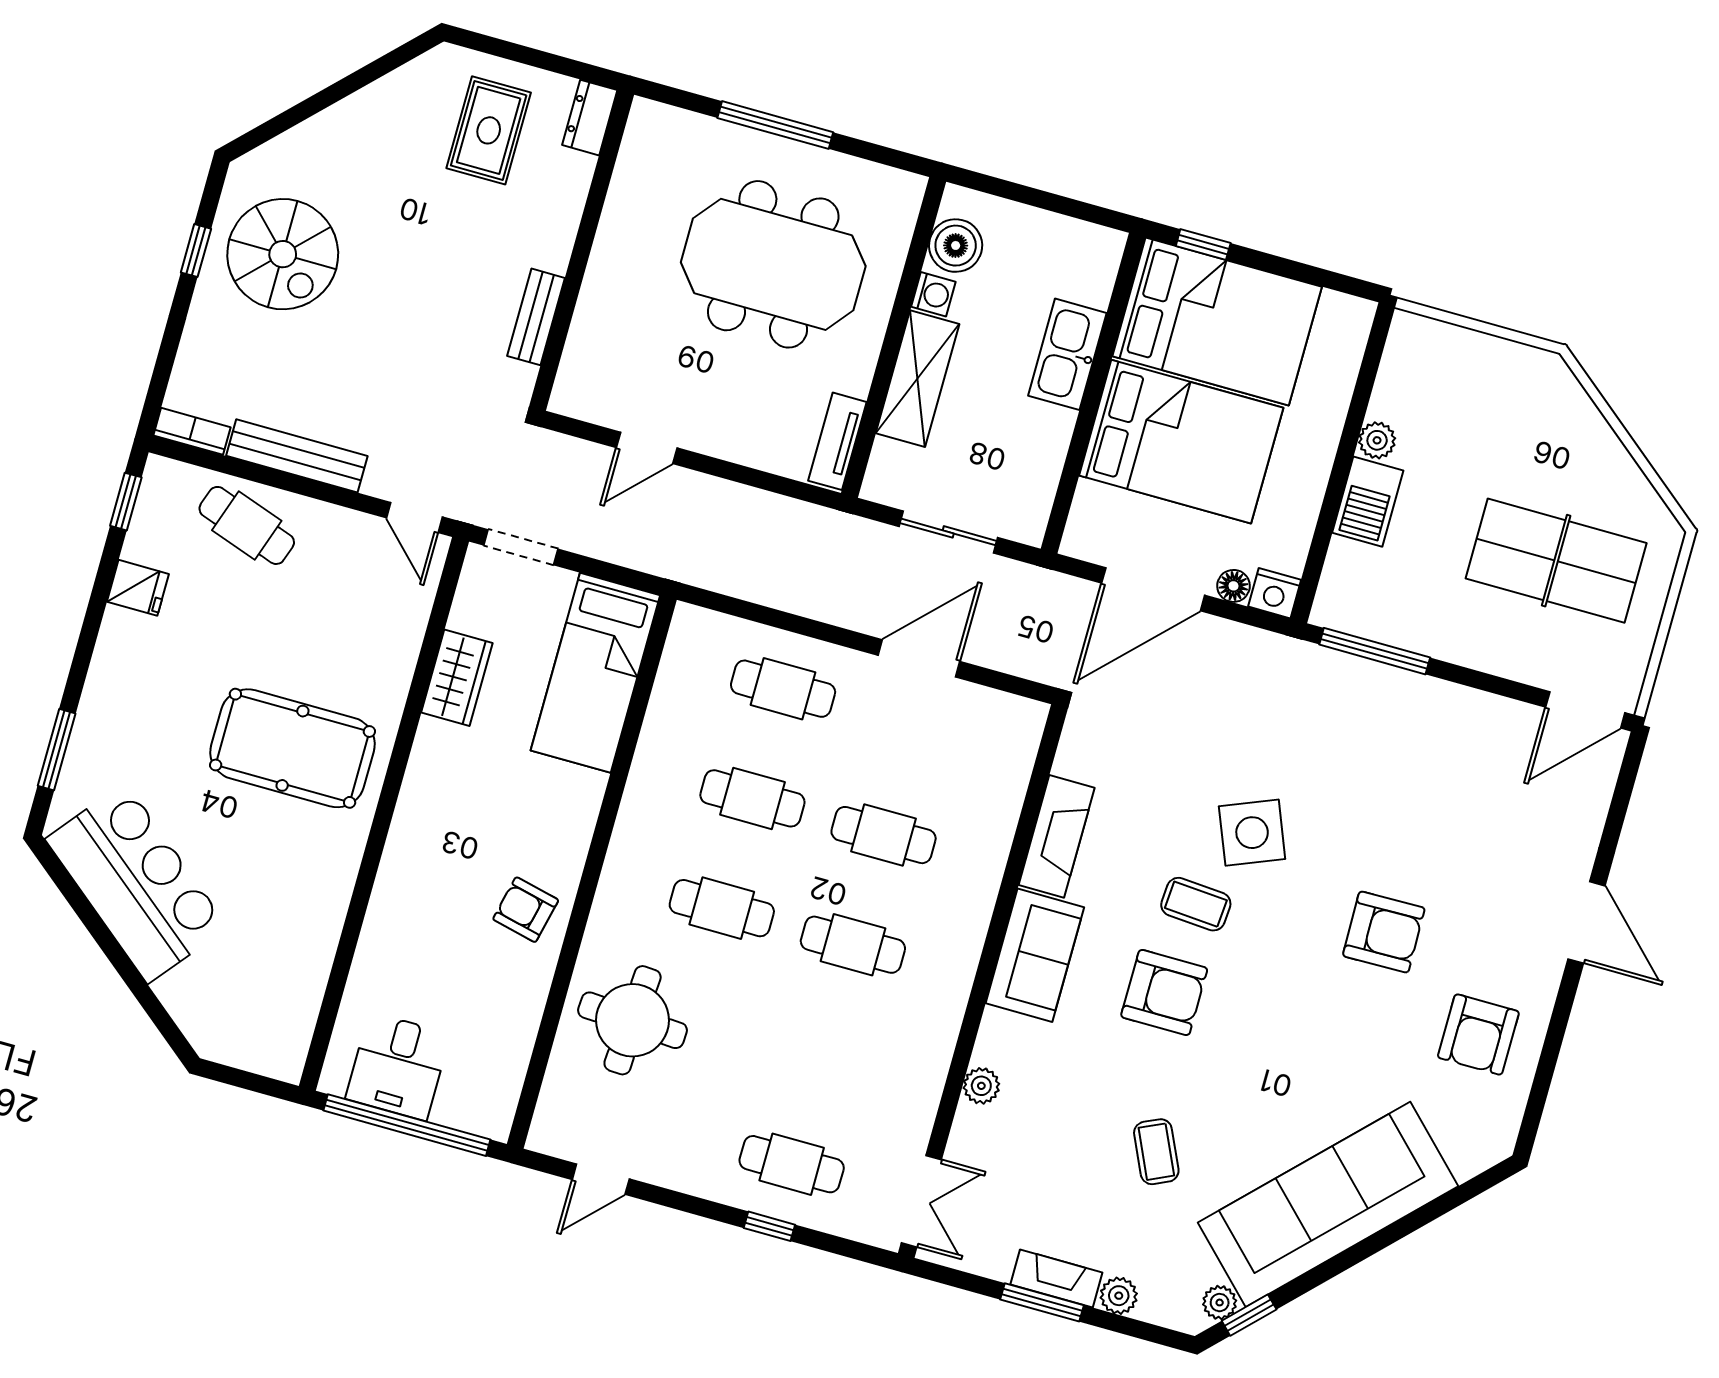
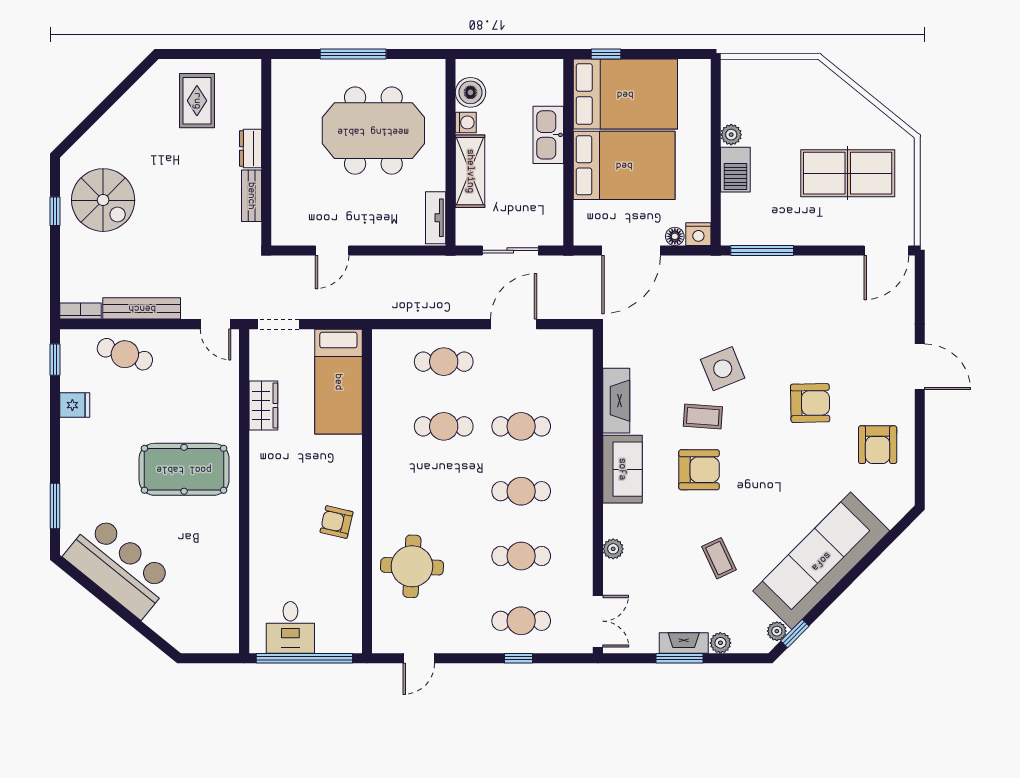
dresser: (590, 118) -> (250, 148), moved
cafe table: (722, 908) -> (521, 556), moved

